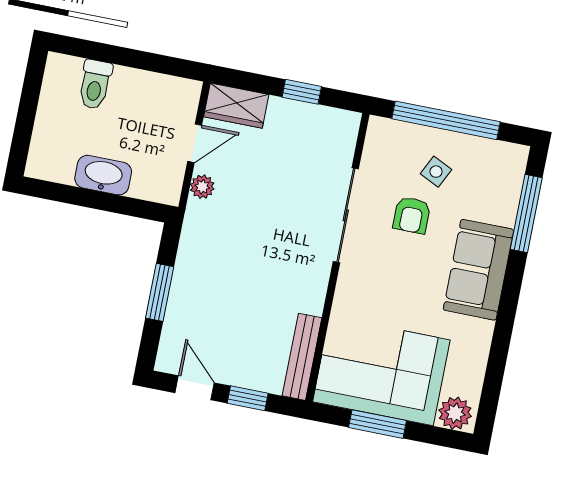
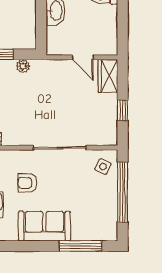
side table: (436, 172) -> (103, 167), moved
plant: (202, 187) -> (23, 66), moved
armchair: (412, 215) -> (27, 183), moved

